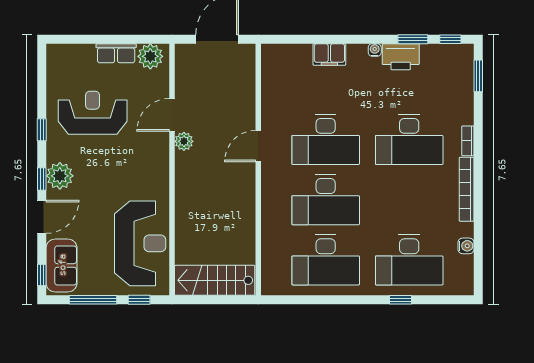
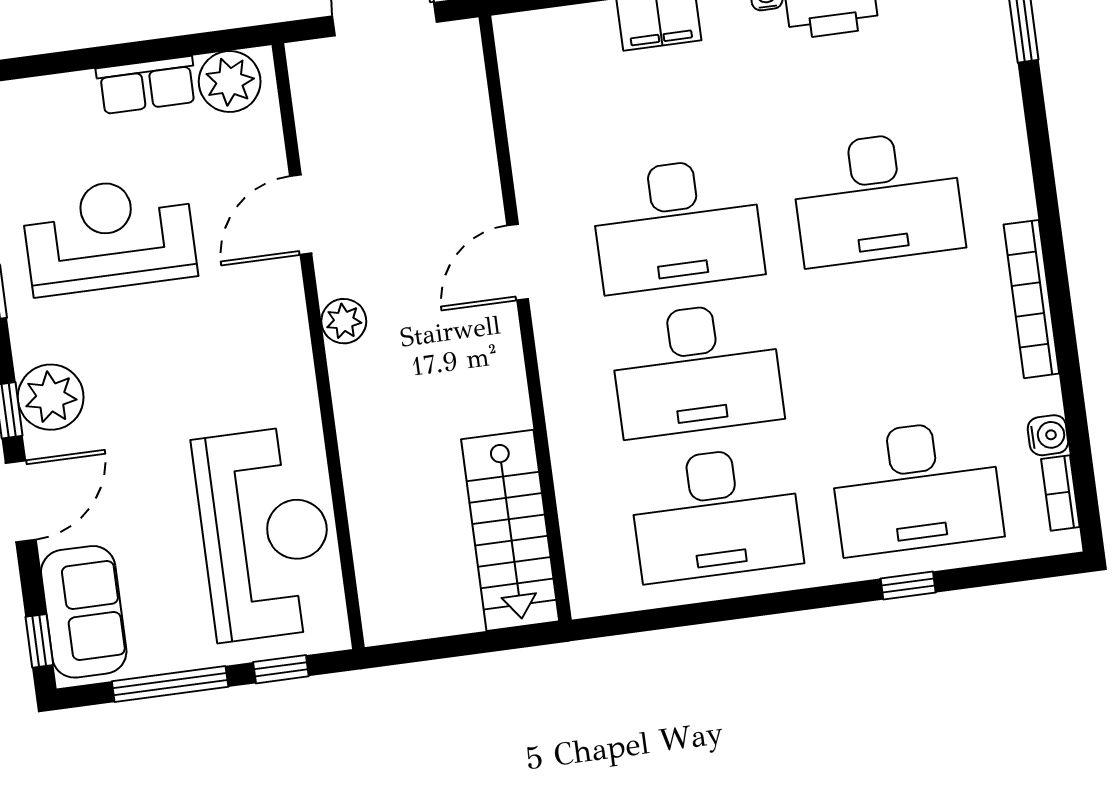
plant: (184, 141) -> (344, 321), moved
bookcase: (468, 141) -> (1060, 493), moved
stairs: (215, 280) -> (510, 530), moved, turned -90

